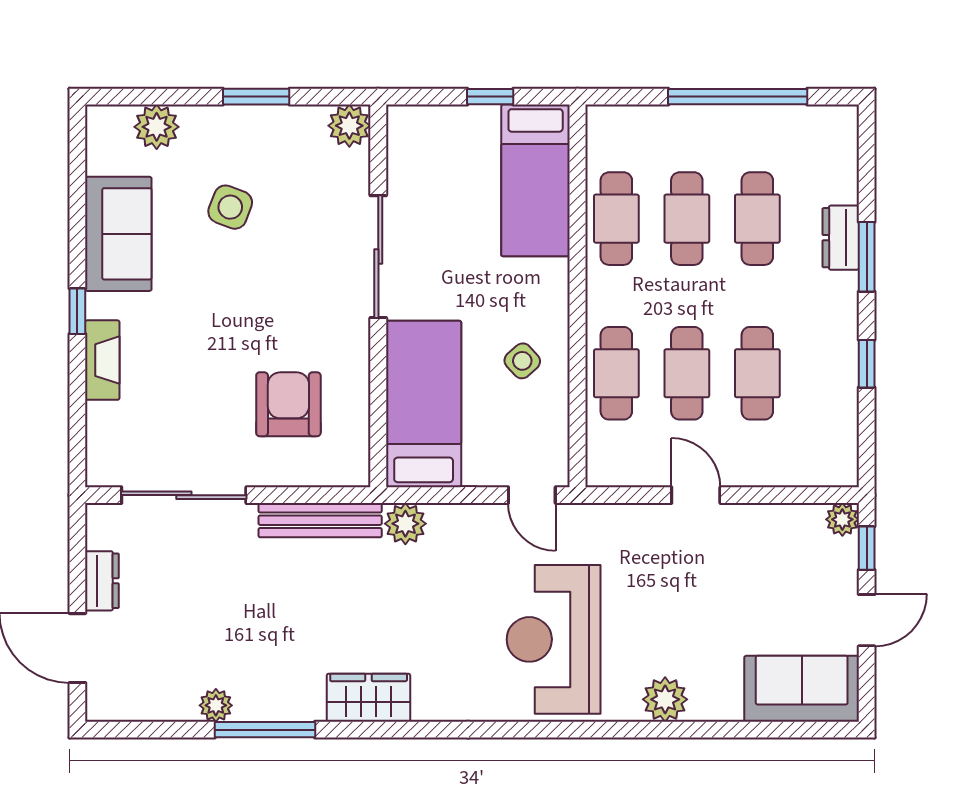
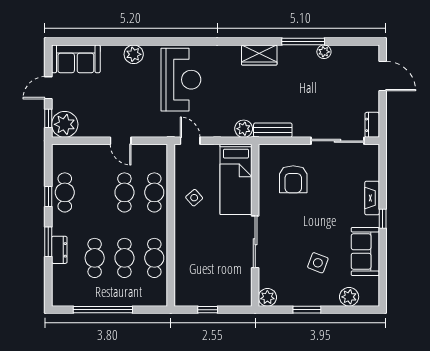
bed: (536, 180) -> (189, 274), removed
cafe table: (757, 373) -> (65, 192), moved
plant: (842, 519) -> (65, 124), width x1.88, depth x1.88
bench: (320, 520) -> (273, 130), width x0.73
dresser: (102, 581) -> (372, 125), moved

